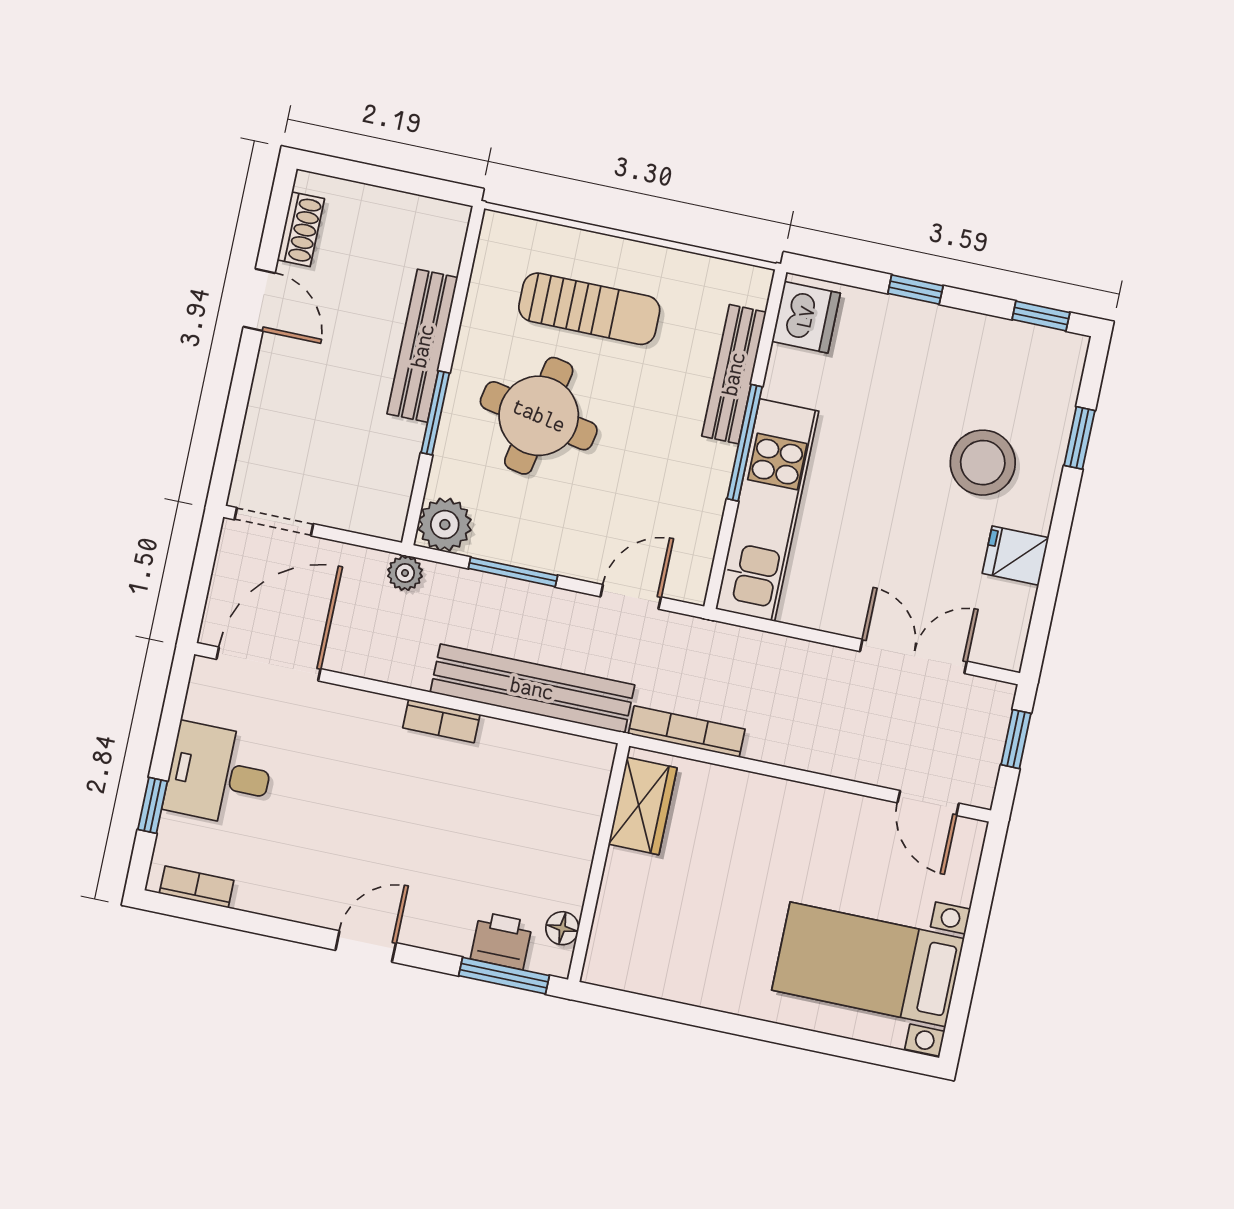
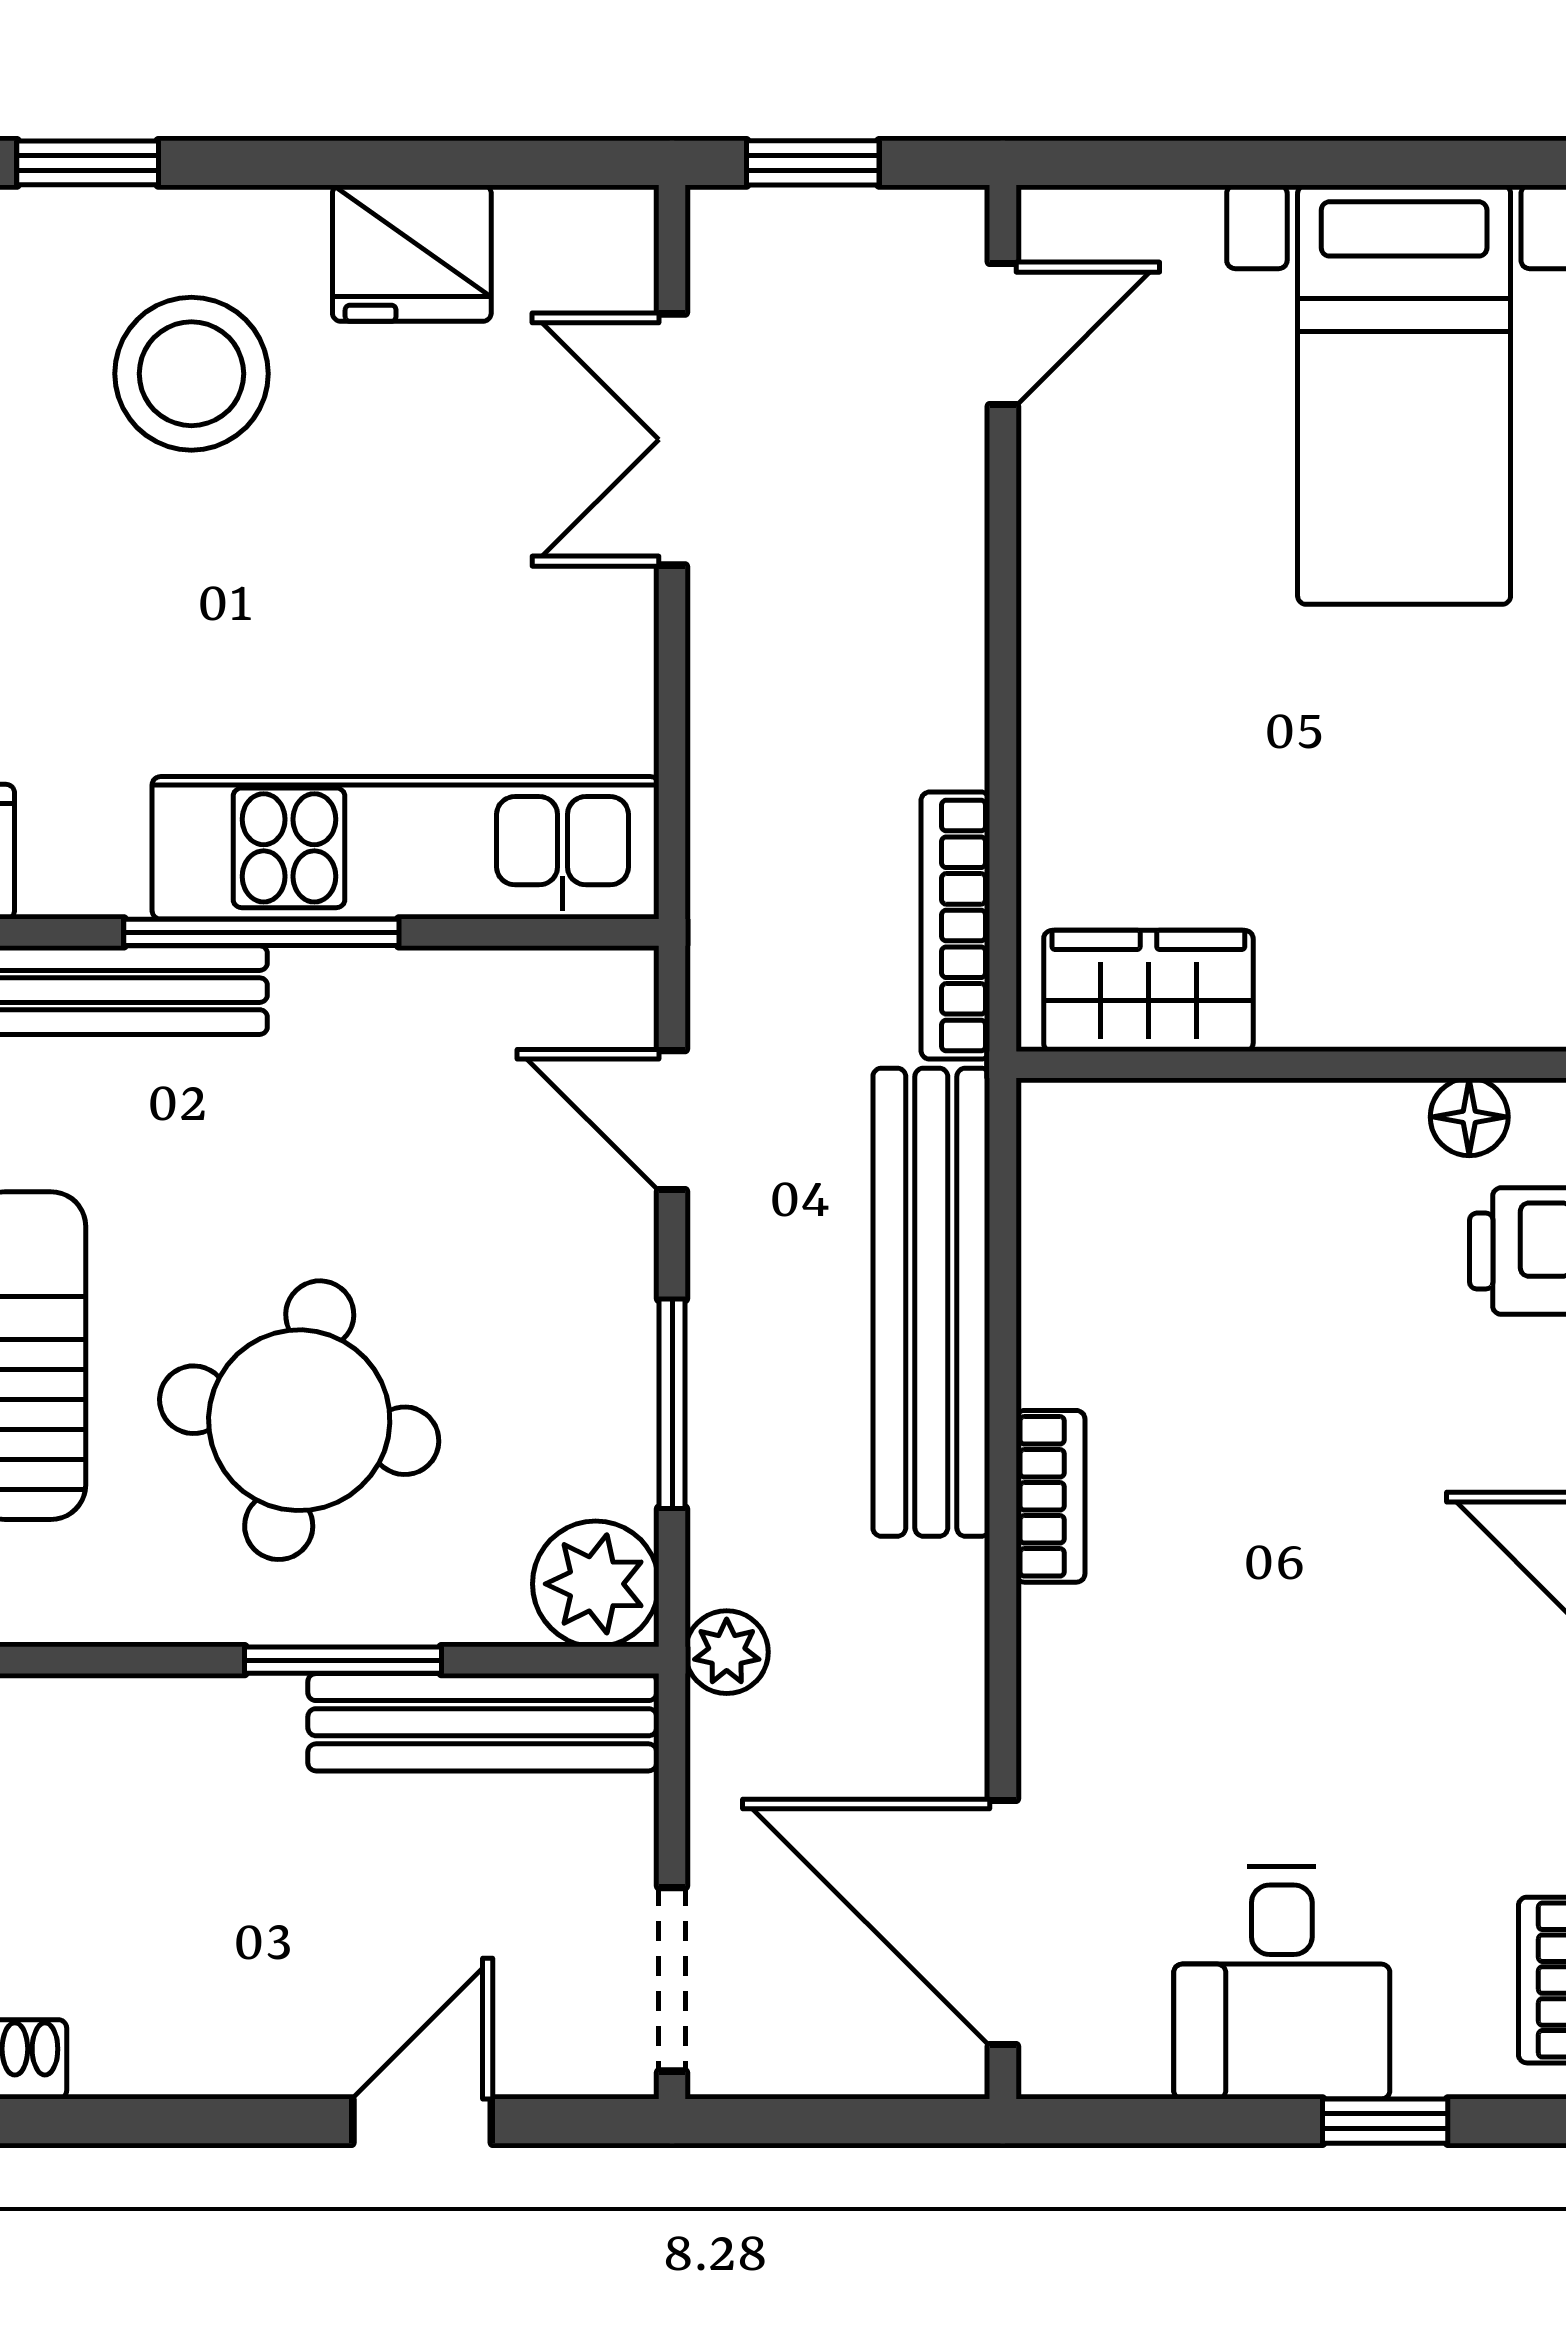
door: (259, 300) -> (422, 2121), moved
bench: (423, 346) -> (482, 1722), moved
fridge: (1015, 556) -> (412, 253), width x1.38

